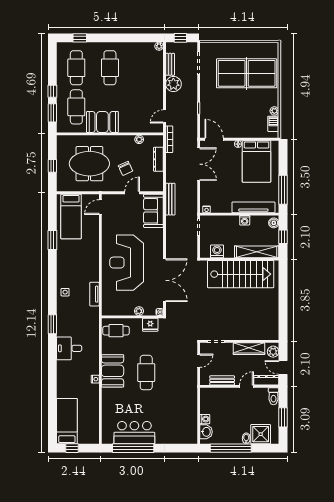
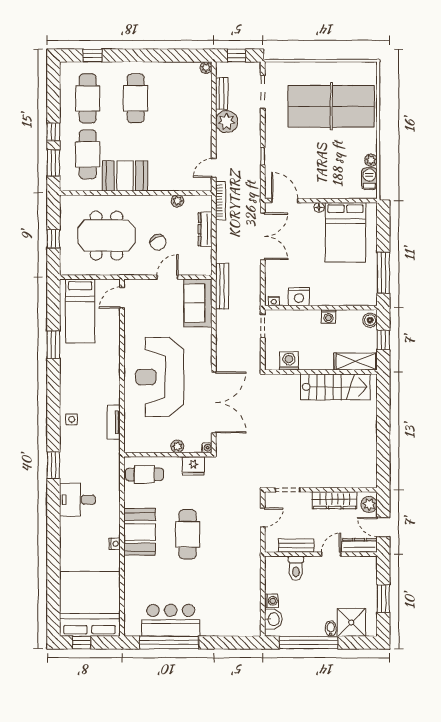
nightstand: (224, 206) -> (299, 297), added
tv unit: (253, 207) -> (341, 298), removed
shelving: (257, 252) -> (356, 362), width x0.68
stairs: (241, 274) -> (335, 387), width x0.73, depth x0.66
toilet: (273, 396) -> (296, 568), moved
bed: (67, 421) -> (89, 604), width x2.04

